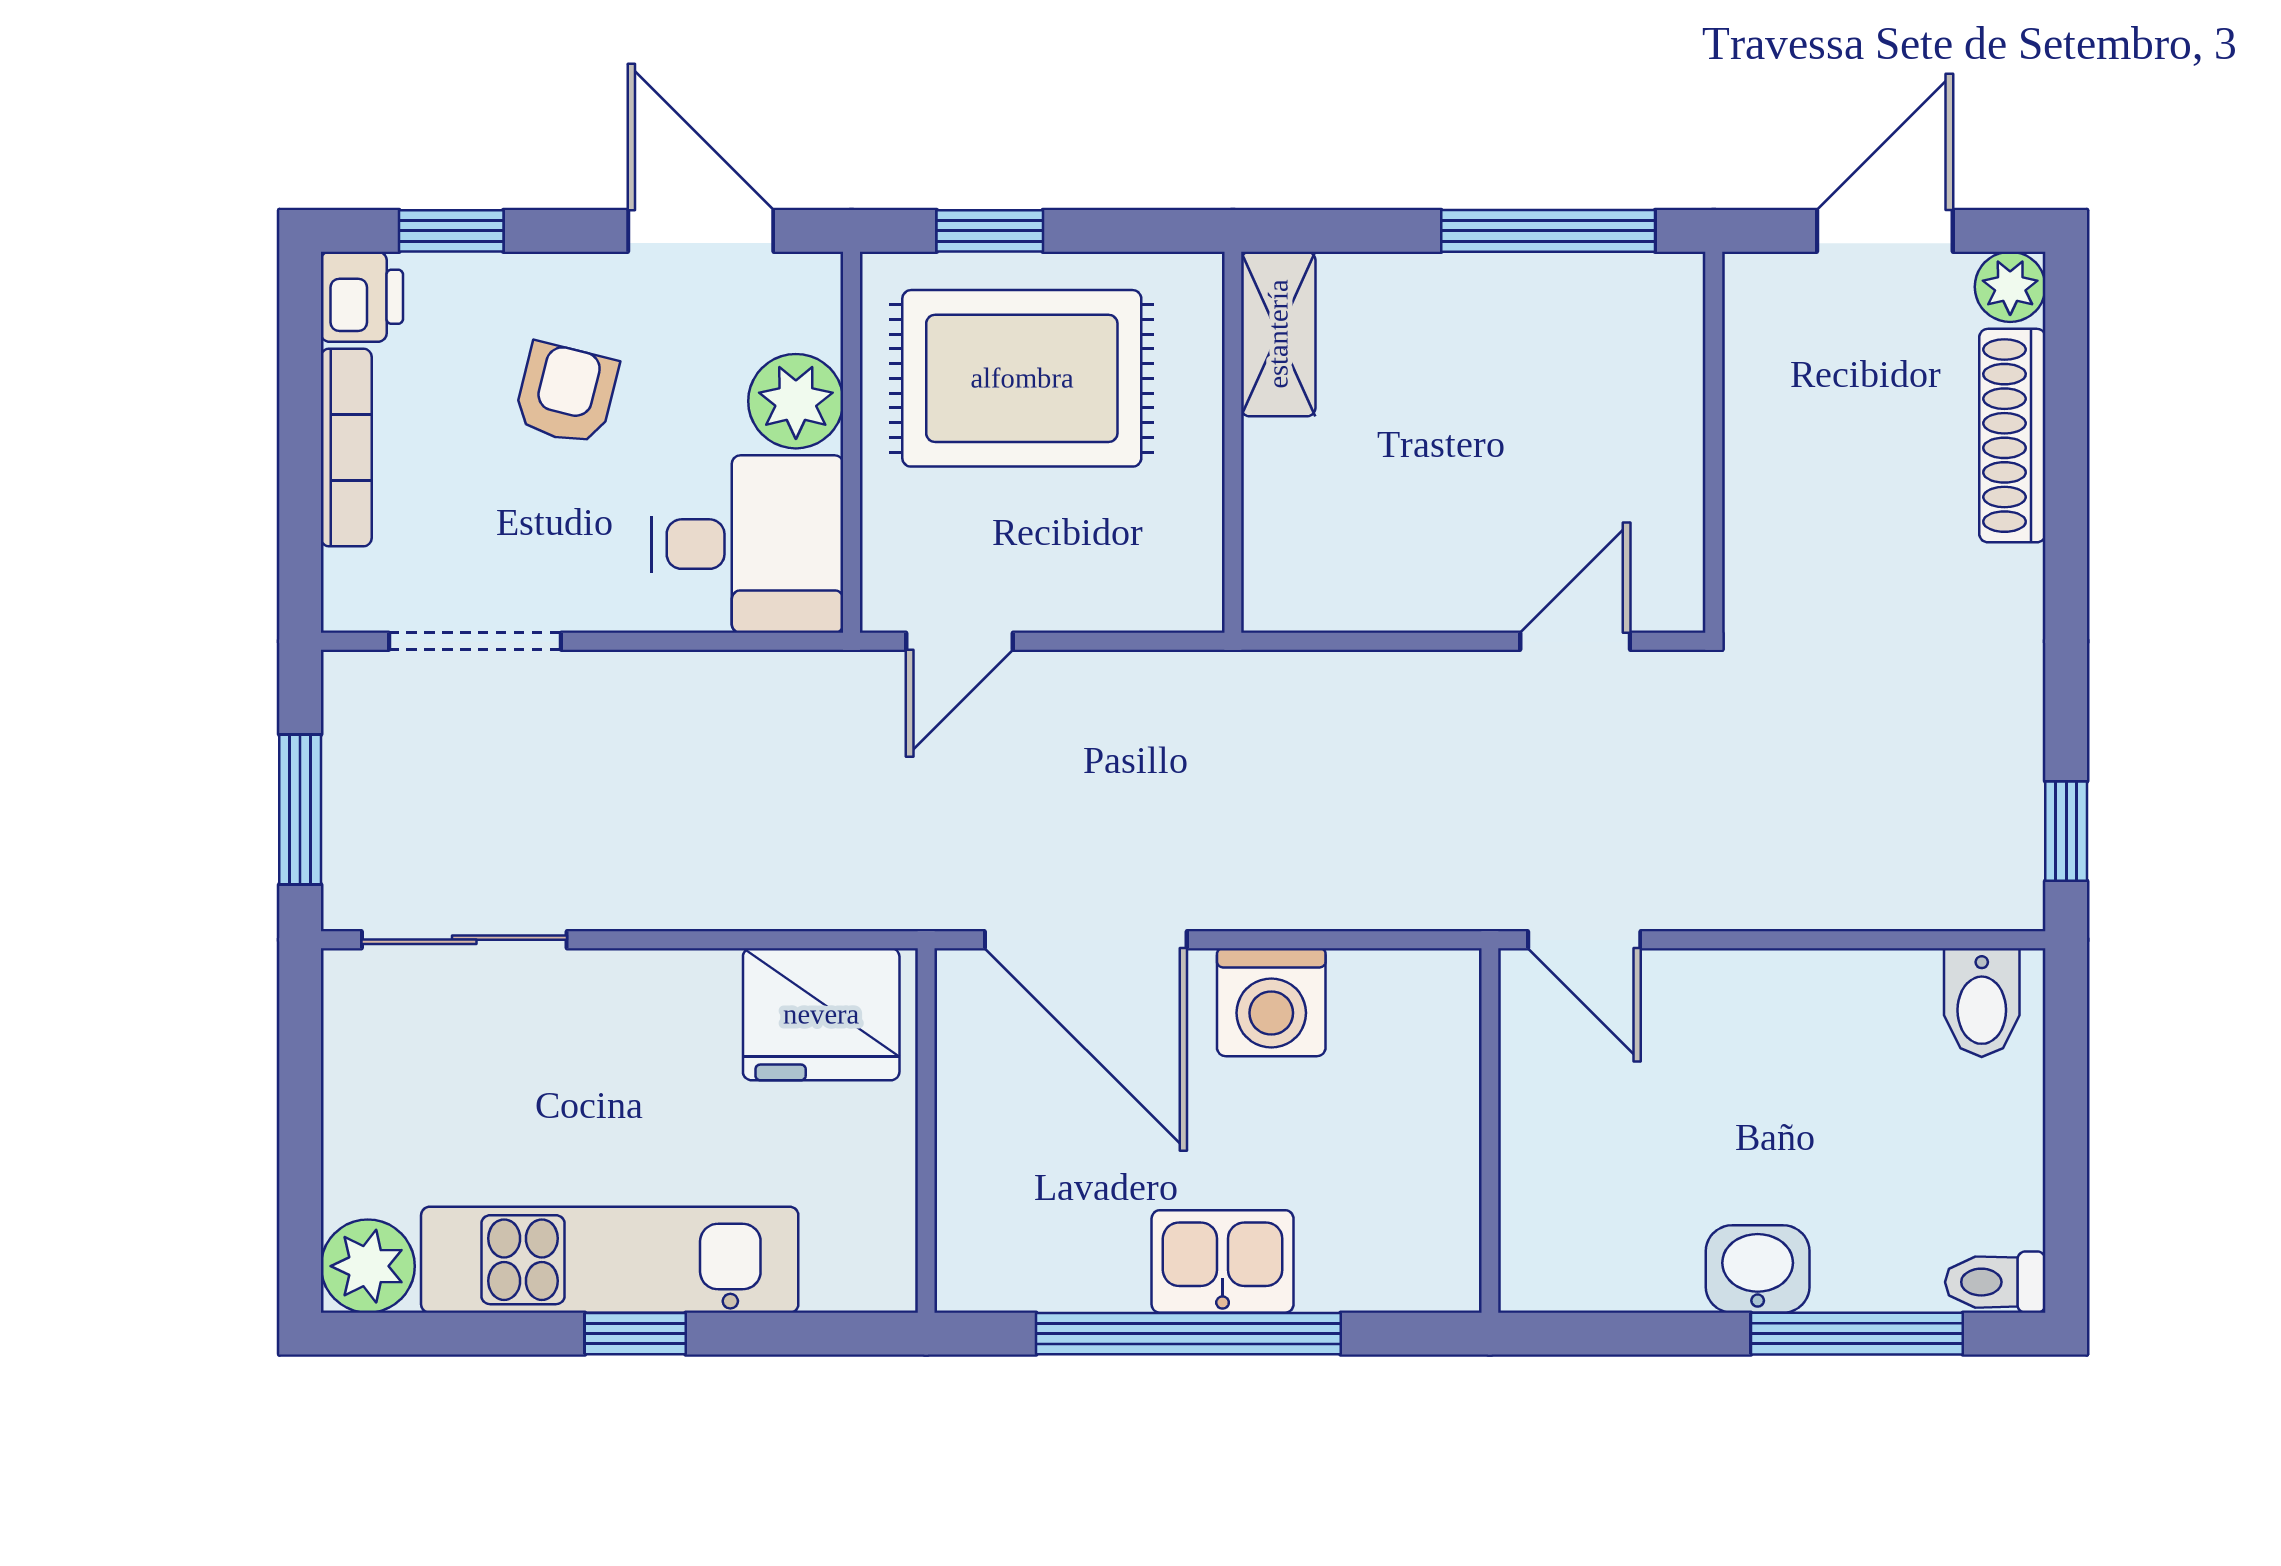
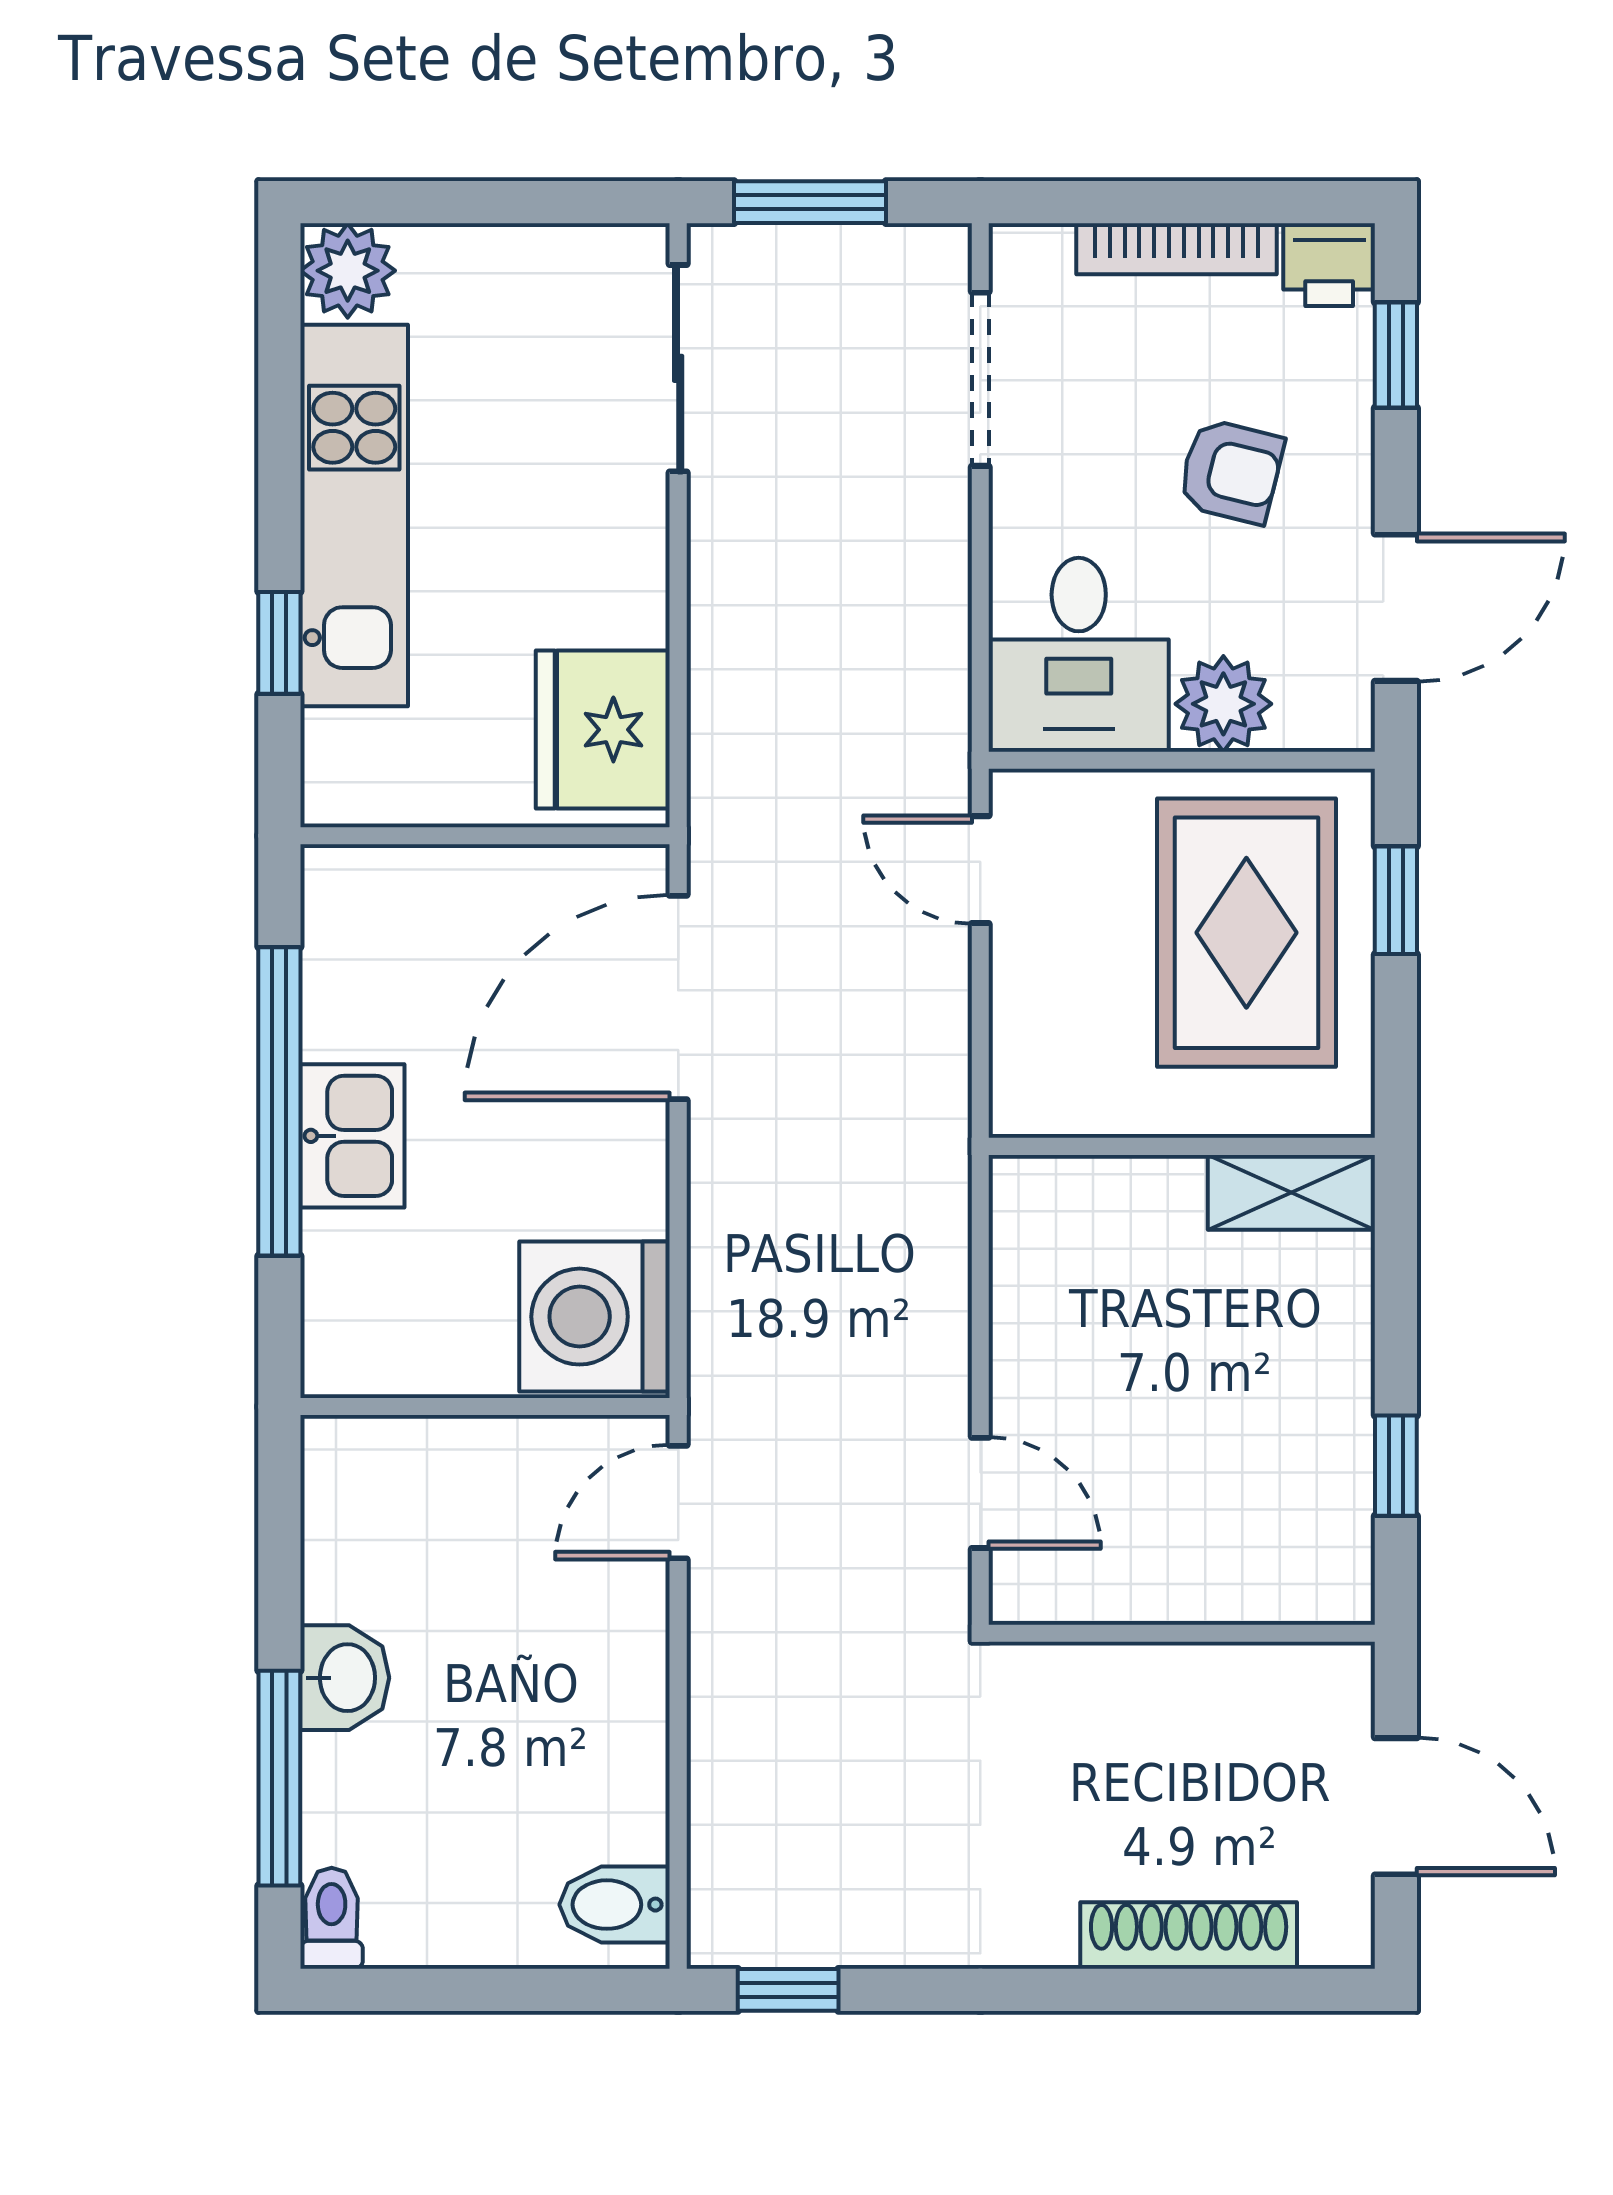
window: (1548, 231) -> (1396, 1466), width x0.46
plant: (2010, 287) -> (1339, 1933), removed
washing machine: (1271, 1002) -> (595, 1317), moved, width x1.37, depth x1.37
window: (635, 1334) -> (279, 643), moved

